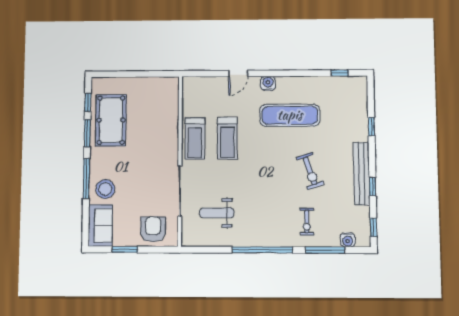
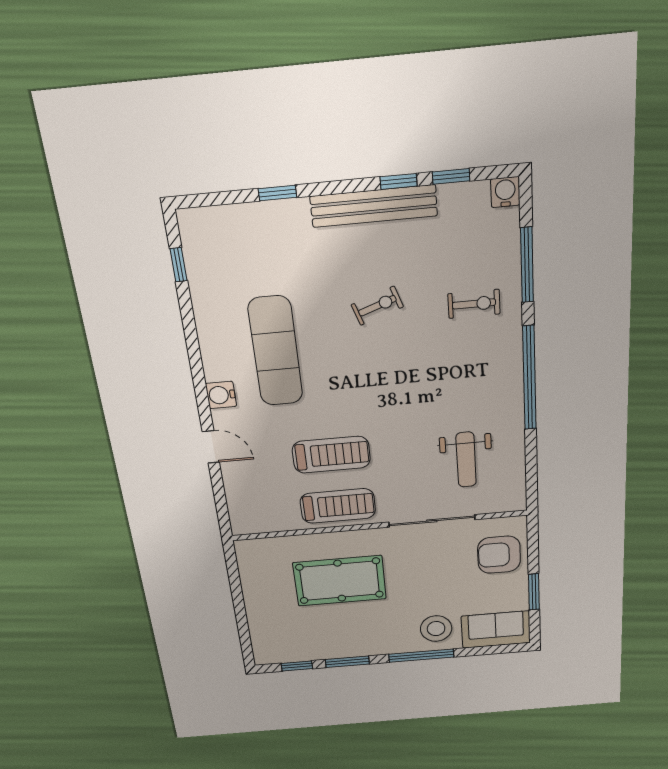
pool table: (111, 120) -> (340, 581), moved
exercise bike: (310, 171) -> (377, 306), width x0.73, depth x0.72
window: (373, 227) -> (451, 176), moved
water cooler: (348, 240) -> (505, 192), moved, turned -90

